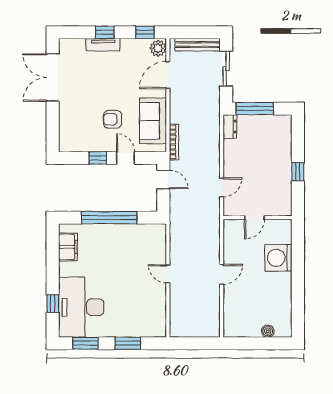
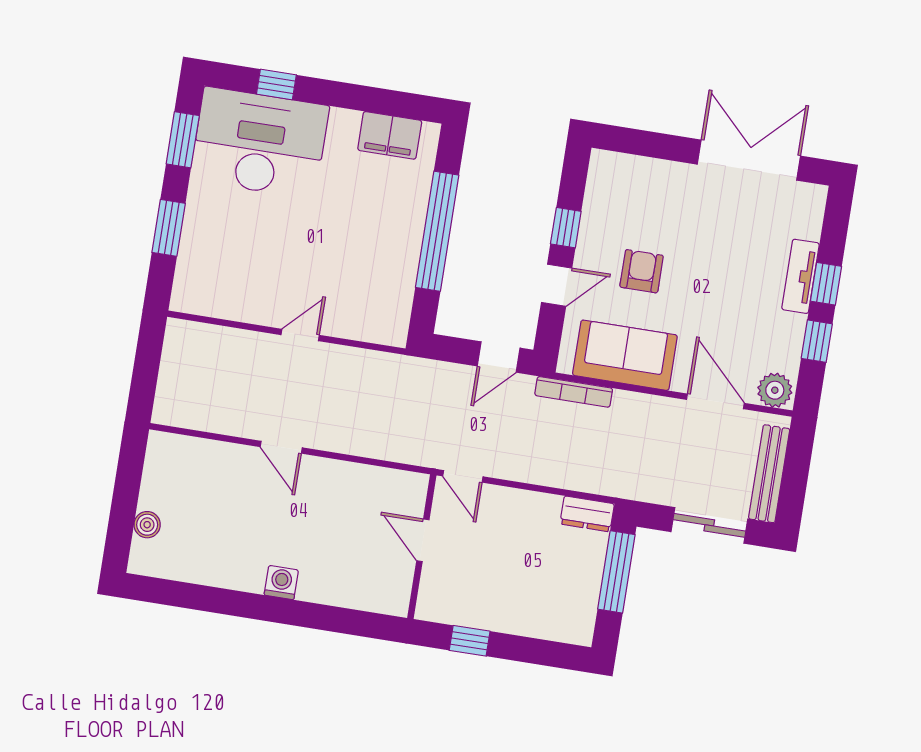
window: (145, 32) -> (817, 341), moved
door: (254, 218) -> (423, 540), moved
wall: (257, 218) -> (422, 547), moved
washing machine: (278, 258) -> (281, 582), width x0.53, depth x0.53

